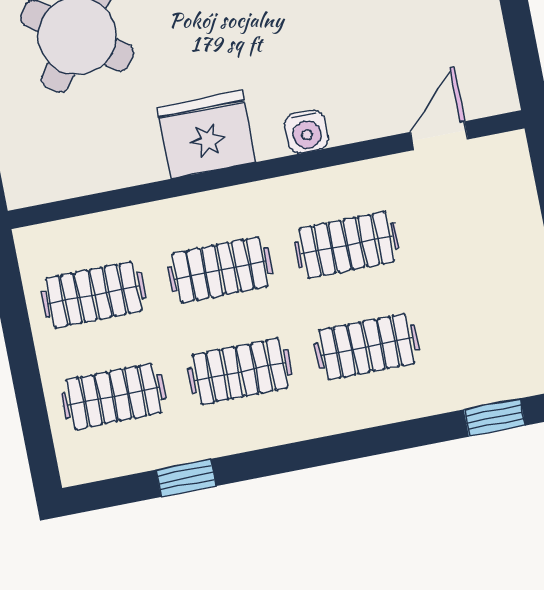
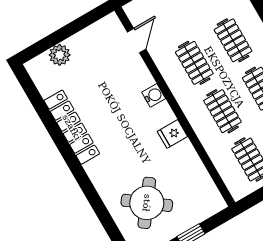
fridge: (207, 134) -> (172, 134), width x0.53, depth x0.75
door: (439, 136) -> (137, 41), swing flipped

